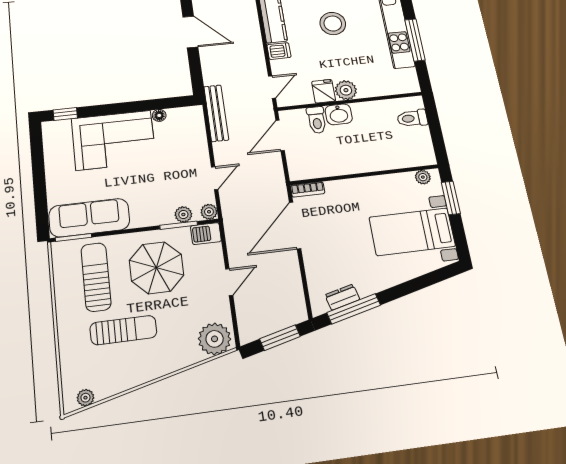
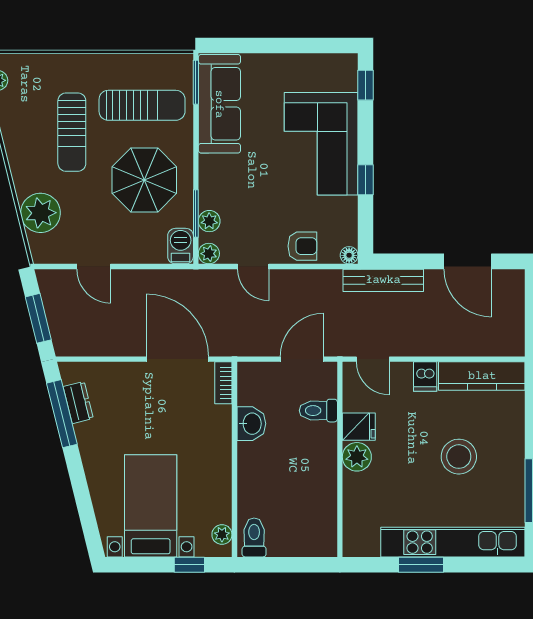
door: (190, 32) -> (468, 261), hinge flipped
window: (415, 40) -> (421, 565), width x0.69
window: (138, 106) -> (366, 180), added
bench: (216, 113) -> (383, 280), moved
washbasin: (339, 114) -> (251, 424), moved, turned 180
floor lamp: (159, 115) -> (349, 255), moved
toilet: (412, 118) -> (254, 537), moved
door: (280, 135) -> (302, 359), hinge flipped
armchair: (194, 145) -> (302, 246), added
window: (451, 198) -> (189, 565), width x0.67
door: (229, 282) -> (94, 267), moved
plant: (215, 339) -> (40, 213), moved

